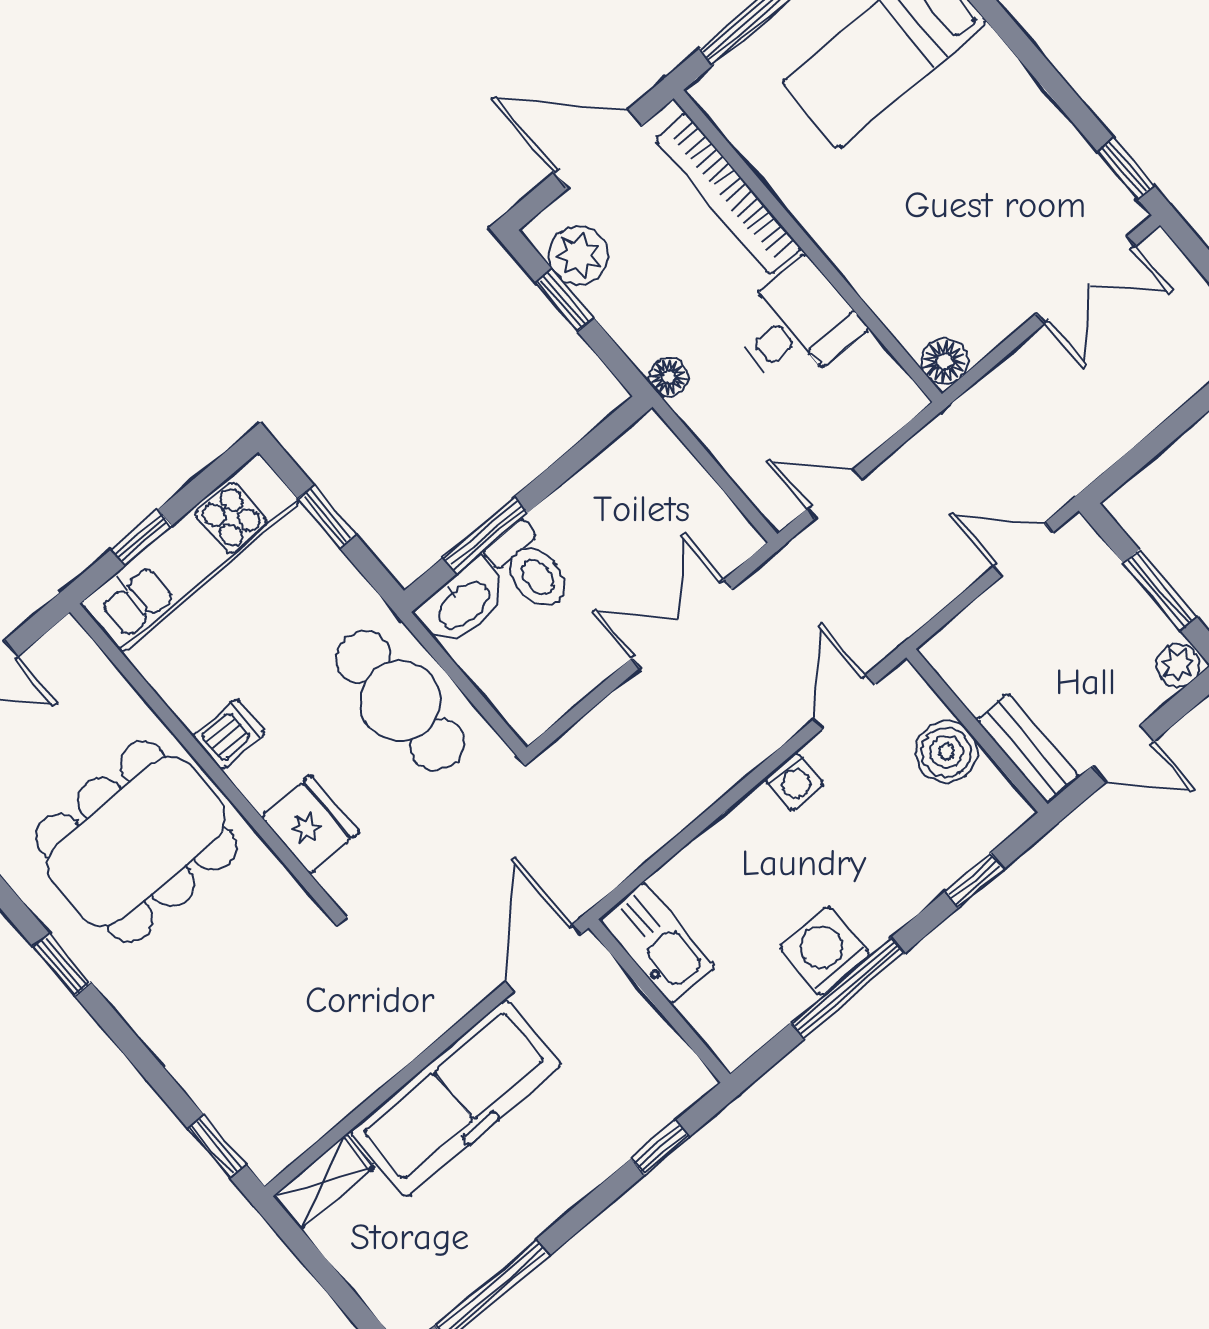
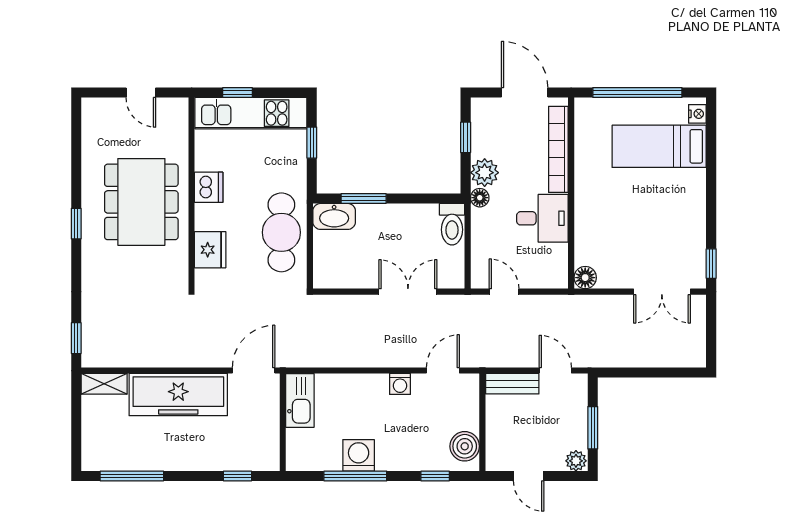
plant: (578, 255) -> (485, 173), moved
toilet: (530, 568) -> (452, 224), moved
dishwasher: (229, 734) -> (209, 187), width x1.38
bench: (1028, 748) -> (512, 384), moved, turned 90
boiler: (946, 752) -> (465, 446), moved
dining table: (136, 842) -> (141, 202), turned 90

